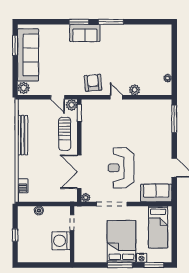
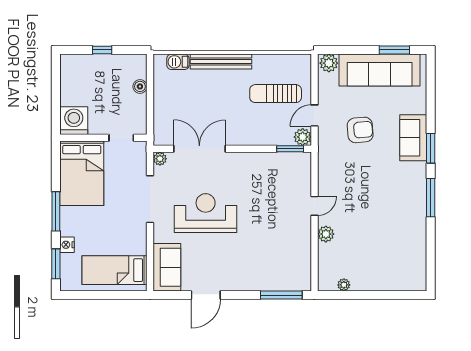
sofa: (85, 33) -> (413, 138), moved
armchair: (93, 83) -> (360, 130), moved
sun lounger: (65, 134) -> (276, 94), moved
bench: (23, 135) -> (221, 62), moved
washing machine: (61, 241) -> (74, 121), moved
bed: (121, 241) -> (82, 173), moved, turned 90

